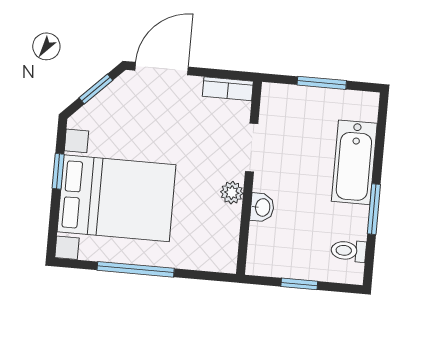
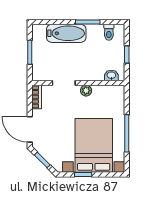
washbasin: (262, 207) -> (111, 75), moved

